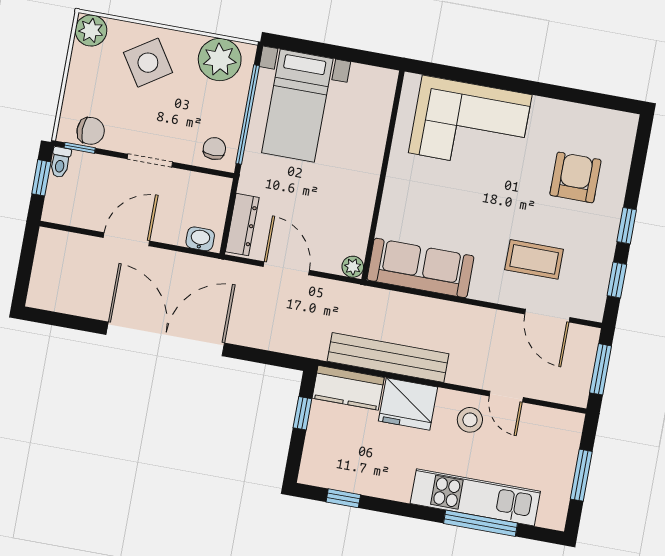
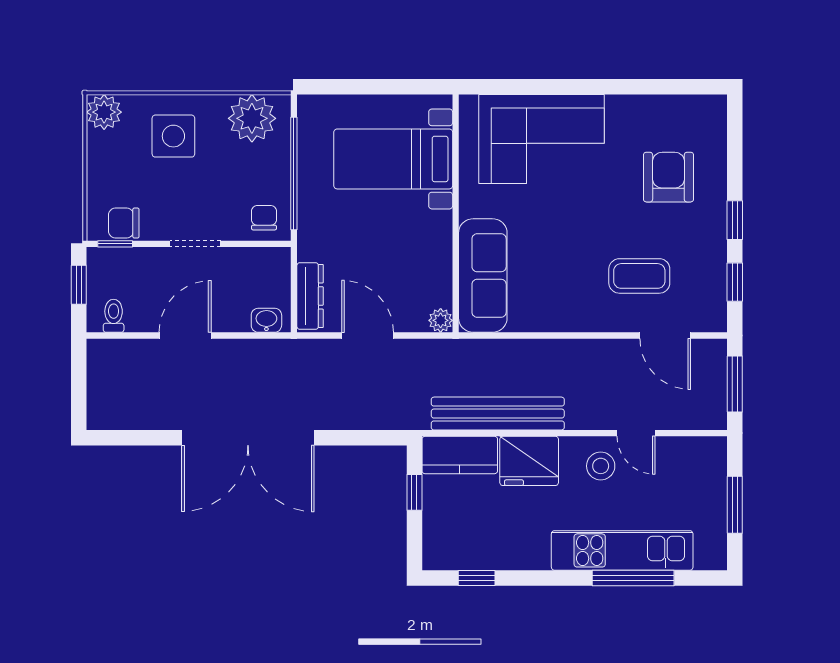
side table: (148, 63) -> (173, 136), turned 33
bed with nightstands: (297, 106) -> (393, 159), moved, turned 90
chair: (91, 131) -> (124, 223), turned 180
toilet: (60, 162) -> (114, 316), moved, turned 180
sofa: (420, 268) -> (483, 275), moved, turned 90
double door: (165, 339) -> (248, 438), swing flipped

